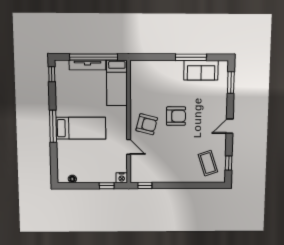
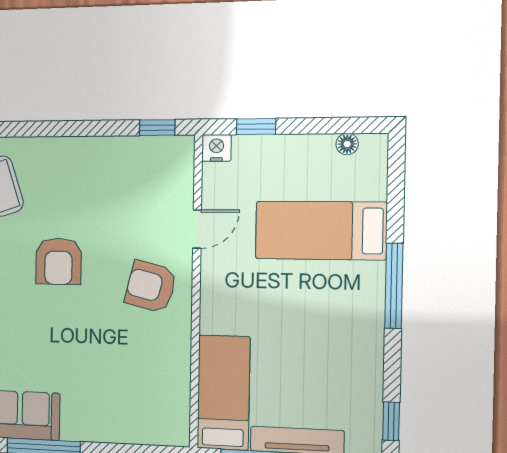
armchair: (176, 116) -> (58, 261), moved, turned -90
bed: (81, 128) -> (321, 231), moved
door: (129, 147) -> (197, 229), swing flipped

